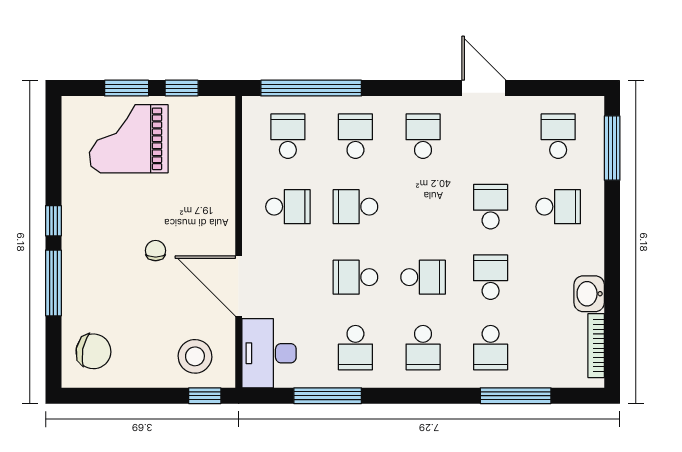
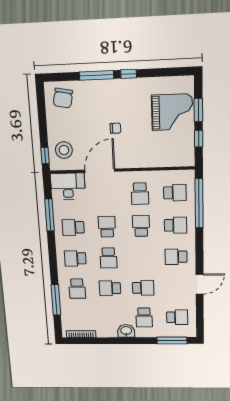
school desk: (423, 136) -> (176, 257), turned 180
grand piano: (129, 139) -> (172, 112), turned 90
school desk: (491, 277) -> (110, 288), turned 180
washbasin: (589, 294) -> (126, 331), moved
school desk: (491, 348) -> (77, 289), turned -90

